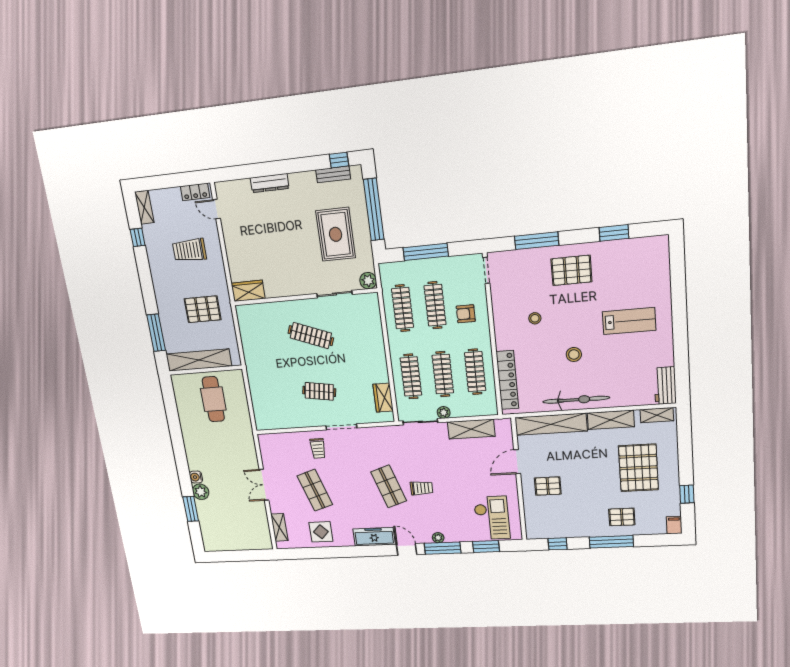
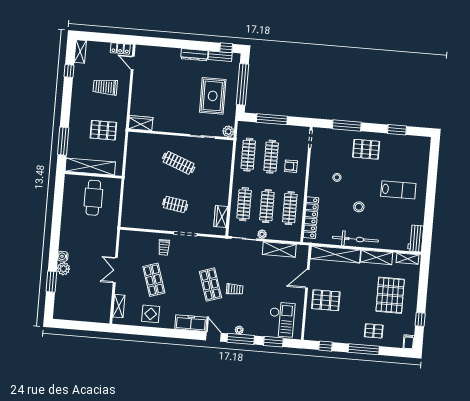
dresser: (270, 183) -> (194, 55), moved
pallet: (548, 486) -> (326, 300), width x1.50, depth x1.42

